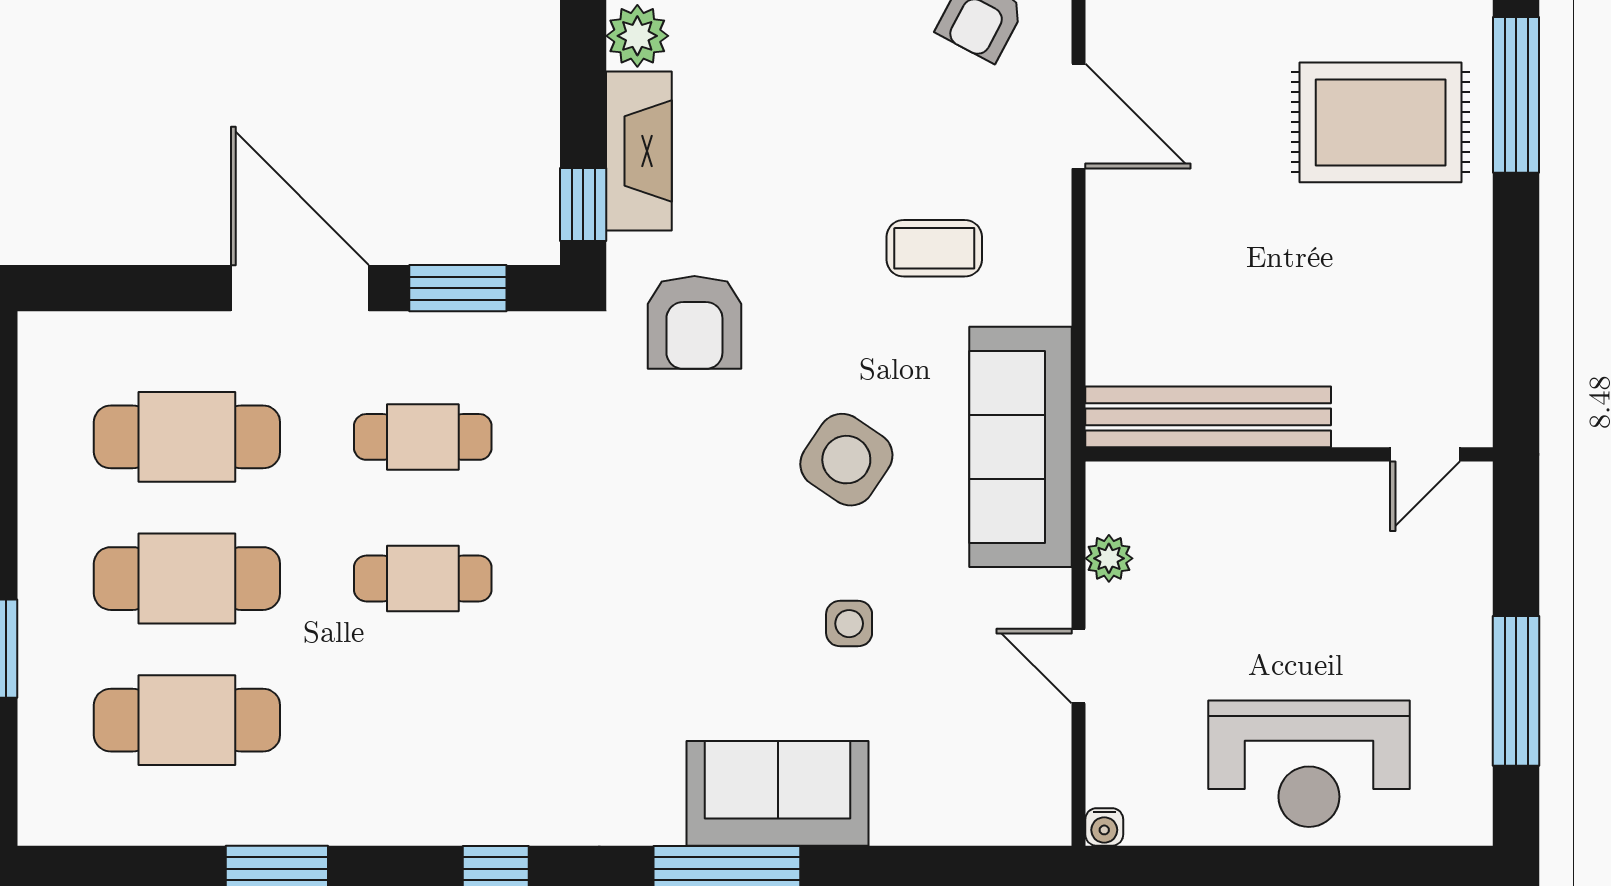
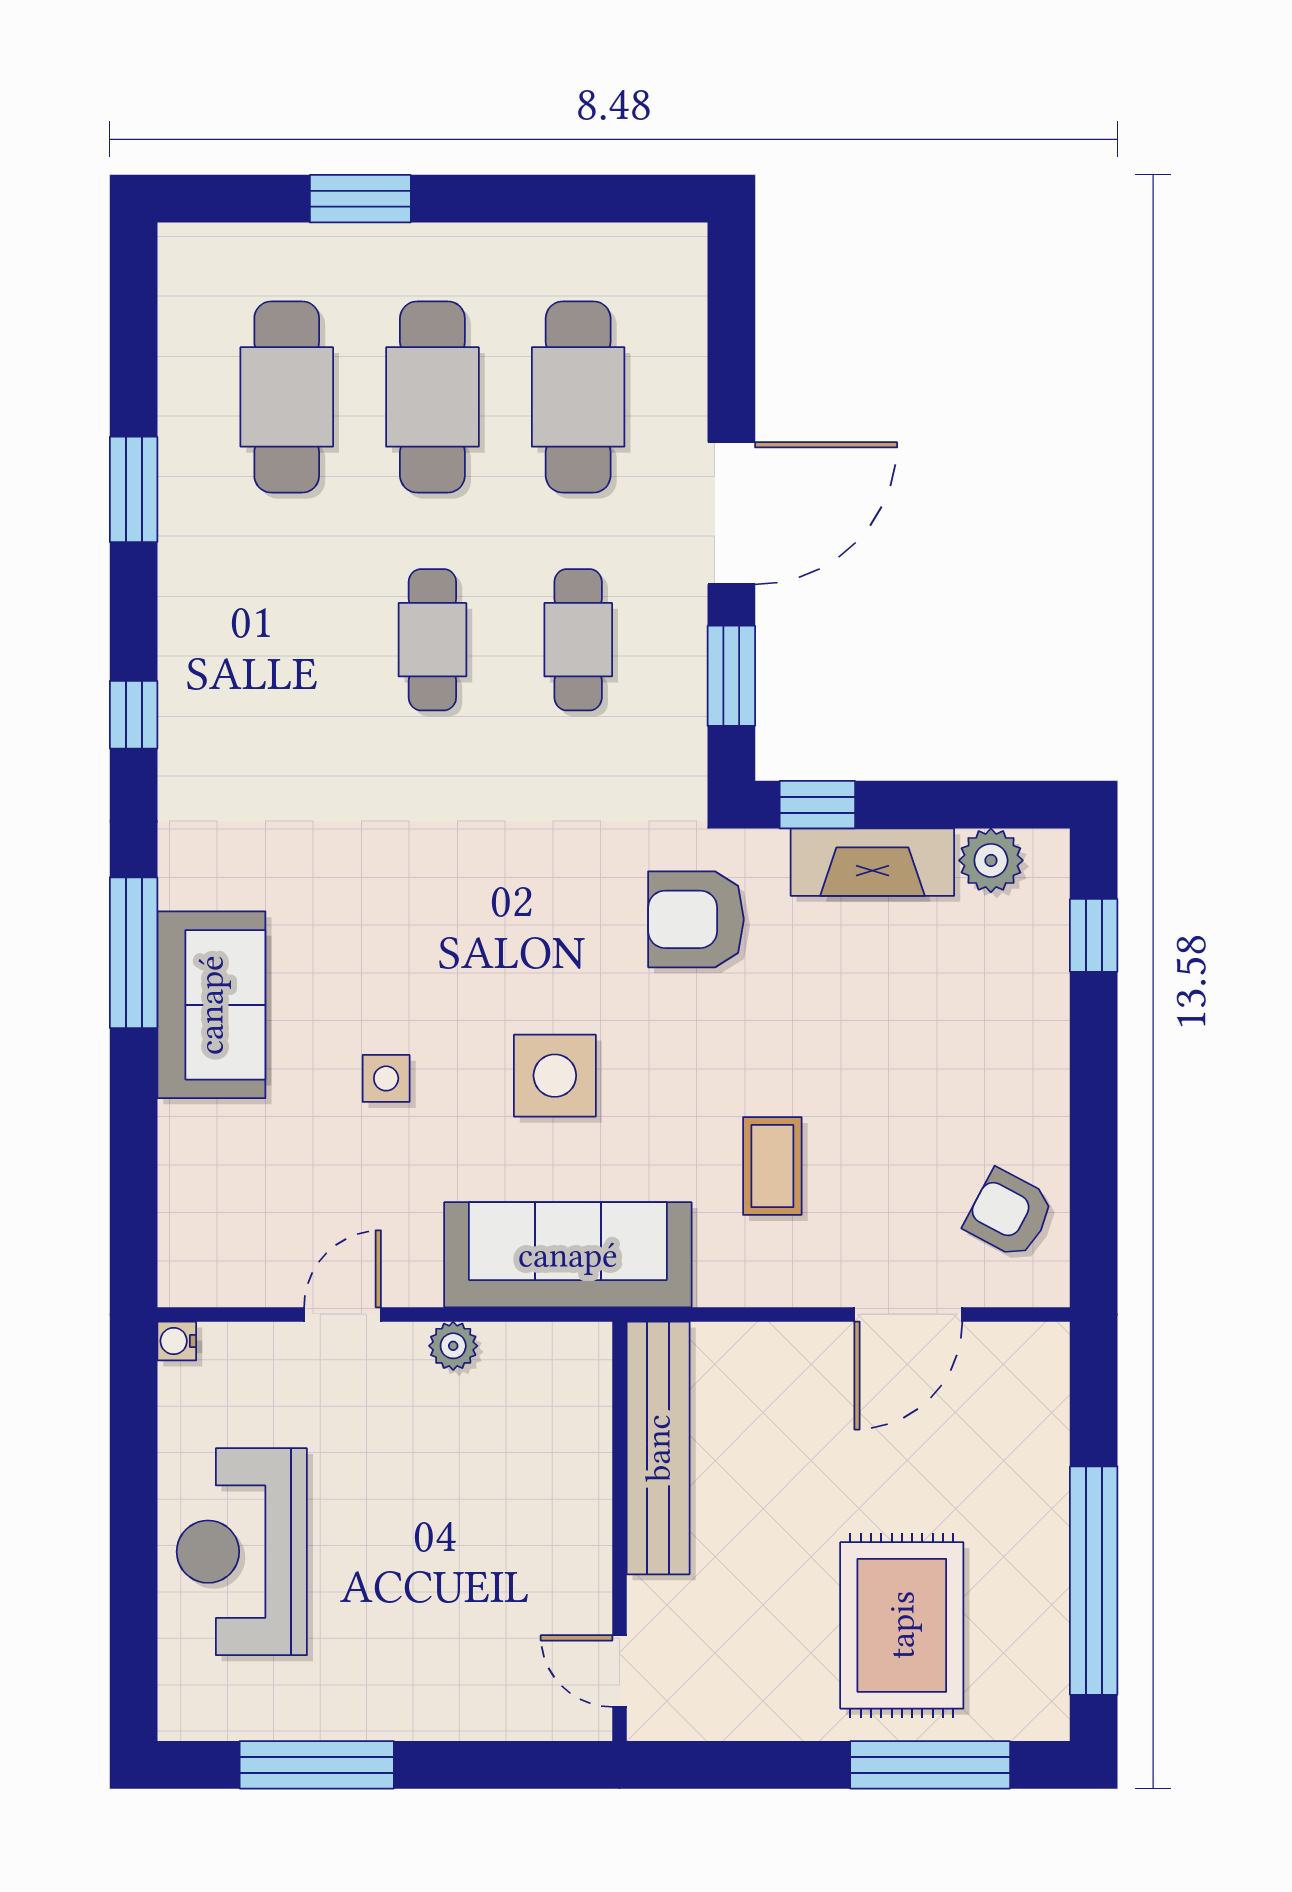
bench: (1208, 417) -> (658, 1448), moved
wall: (1289, 454) -> (620, 1531), moved
door: (1425, 454) -> (620, 1671), moved
side table: (846, 460) -> (555, 1076), turned -34

